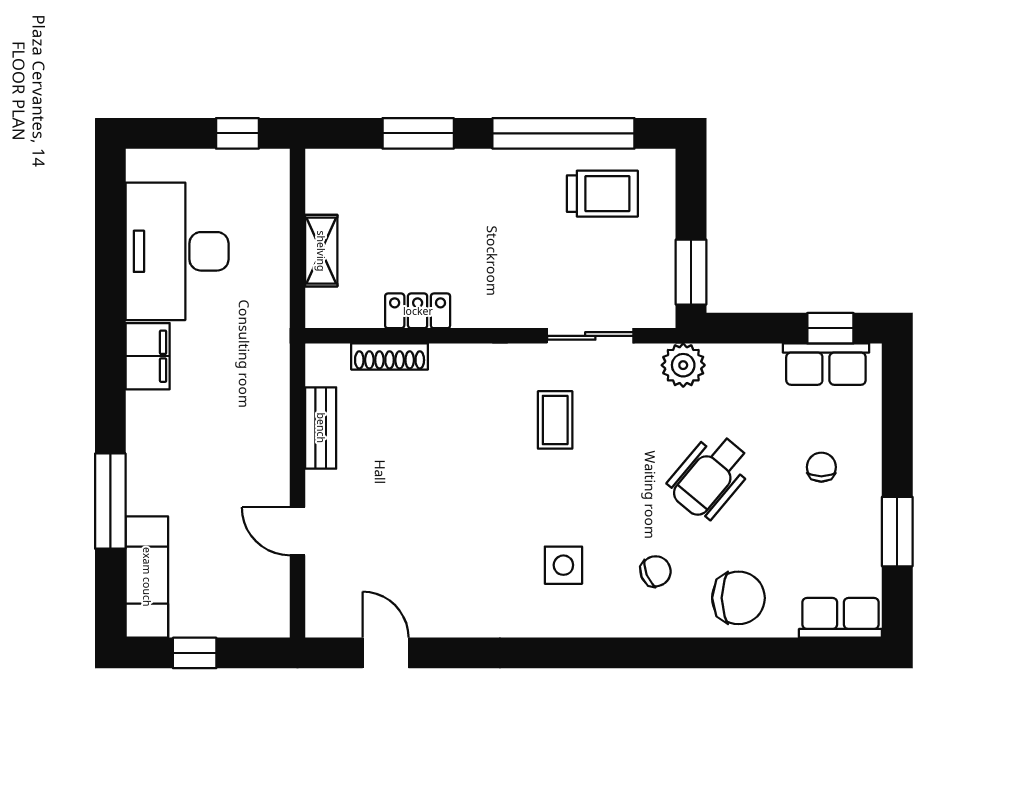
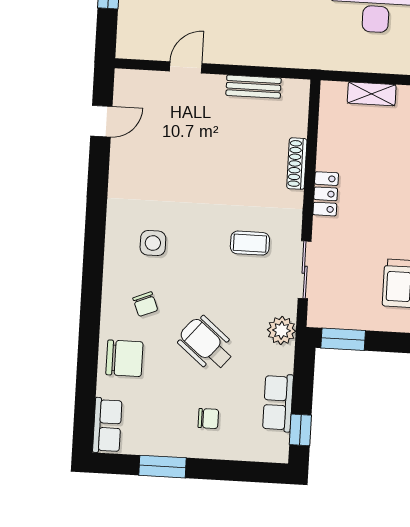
locker: (418, 311) -> (326, 194), moved
shoe rack: (390, 357) -> (297, 164), moved
row of seats: (826, 364) -> (278, 403), moved
chair: (738, 598) -> (124, 358), turned -90

